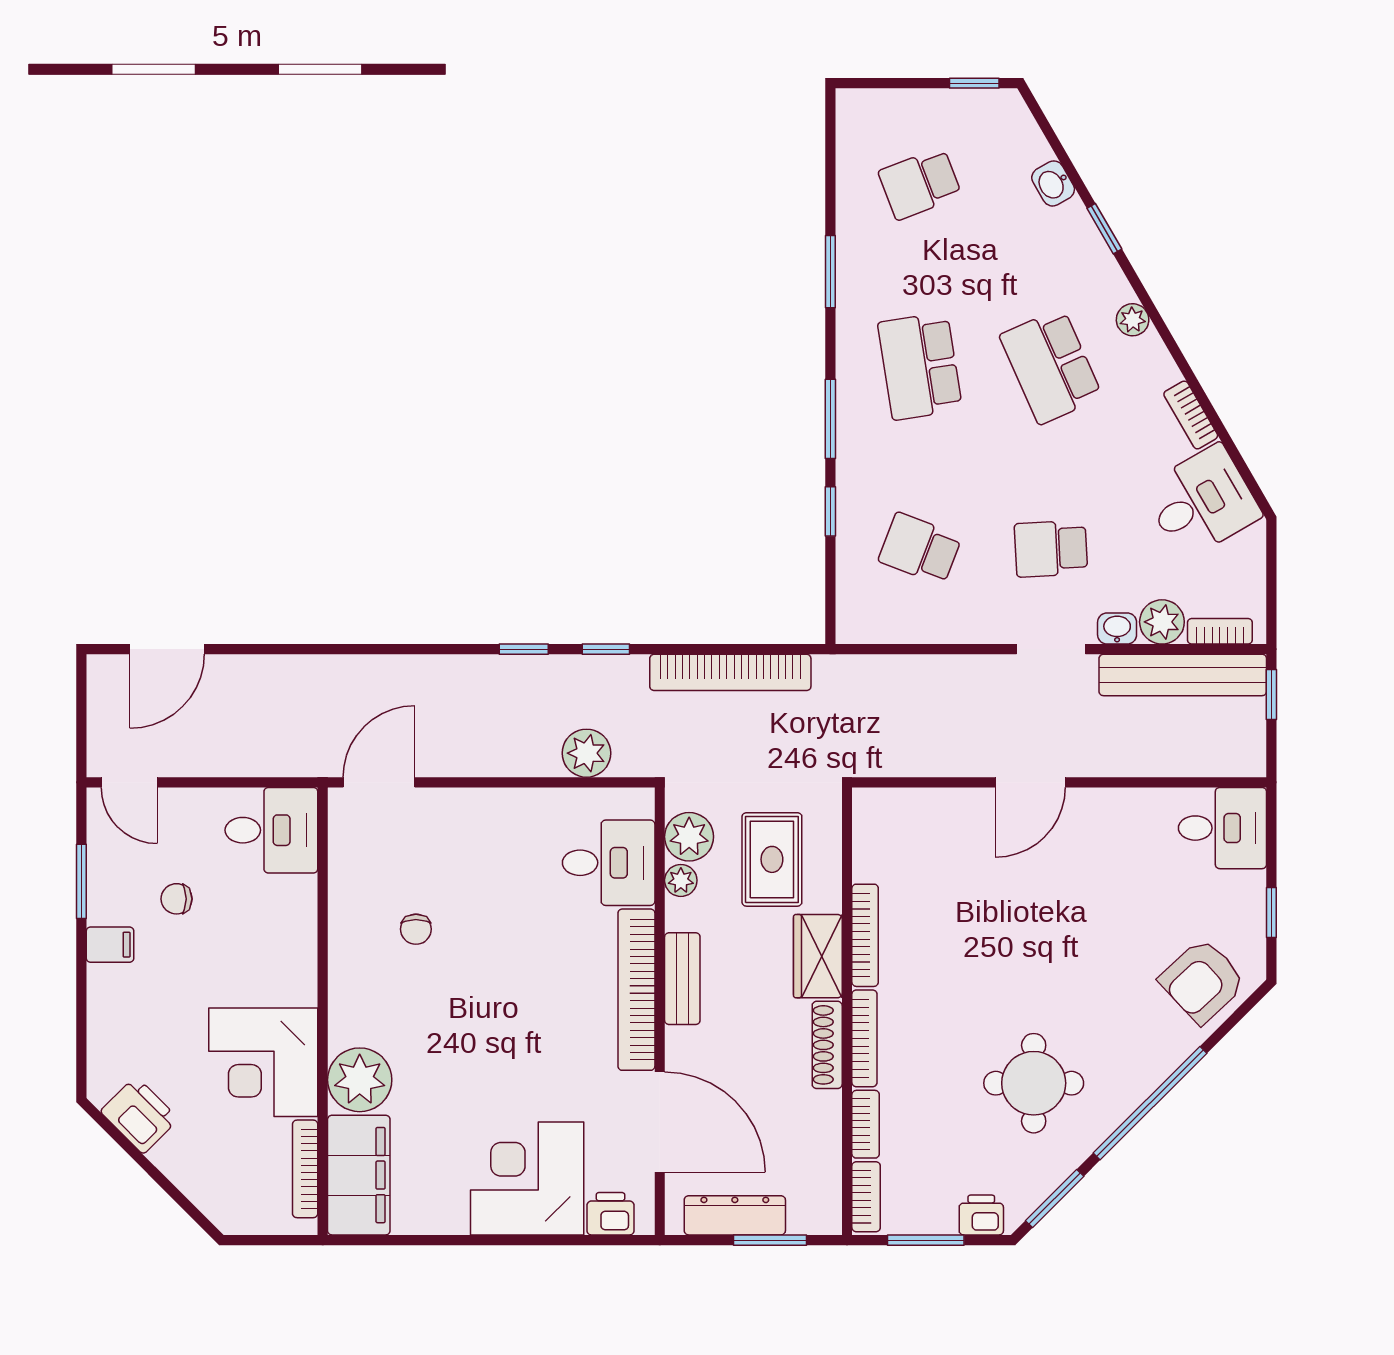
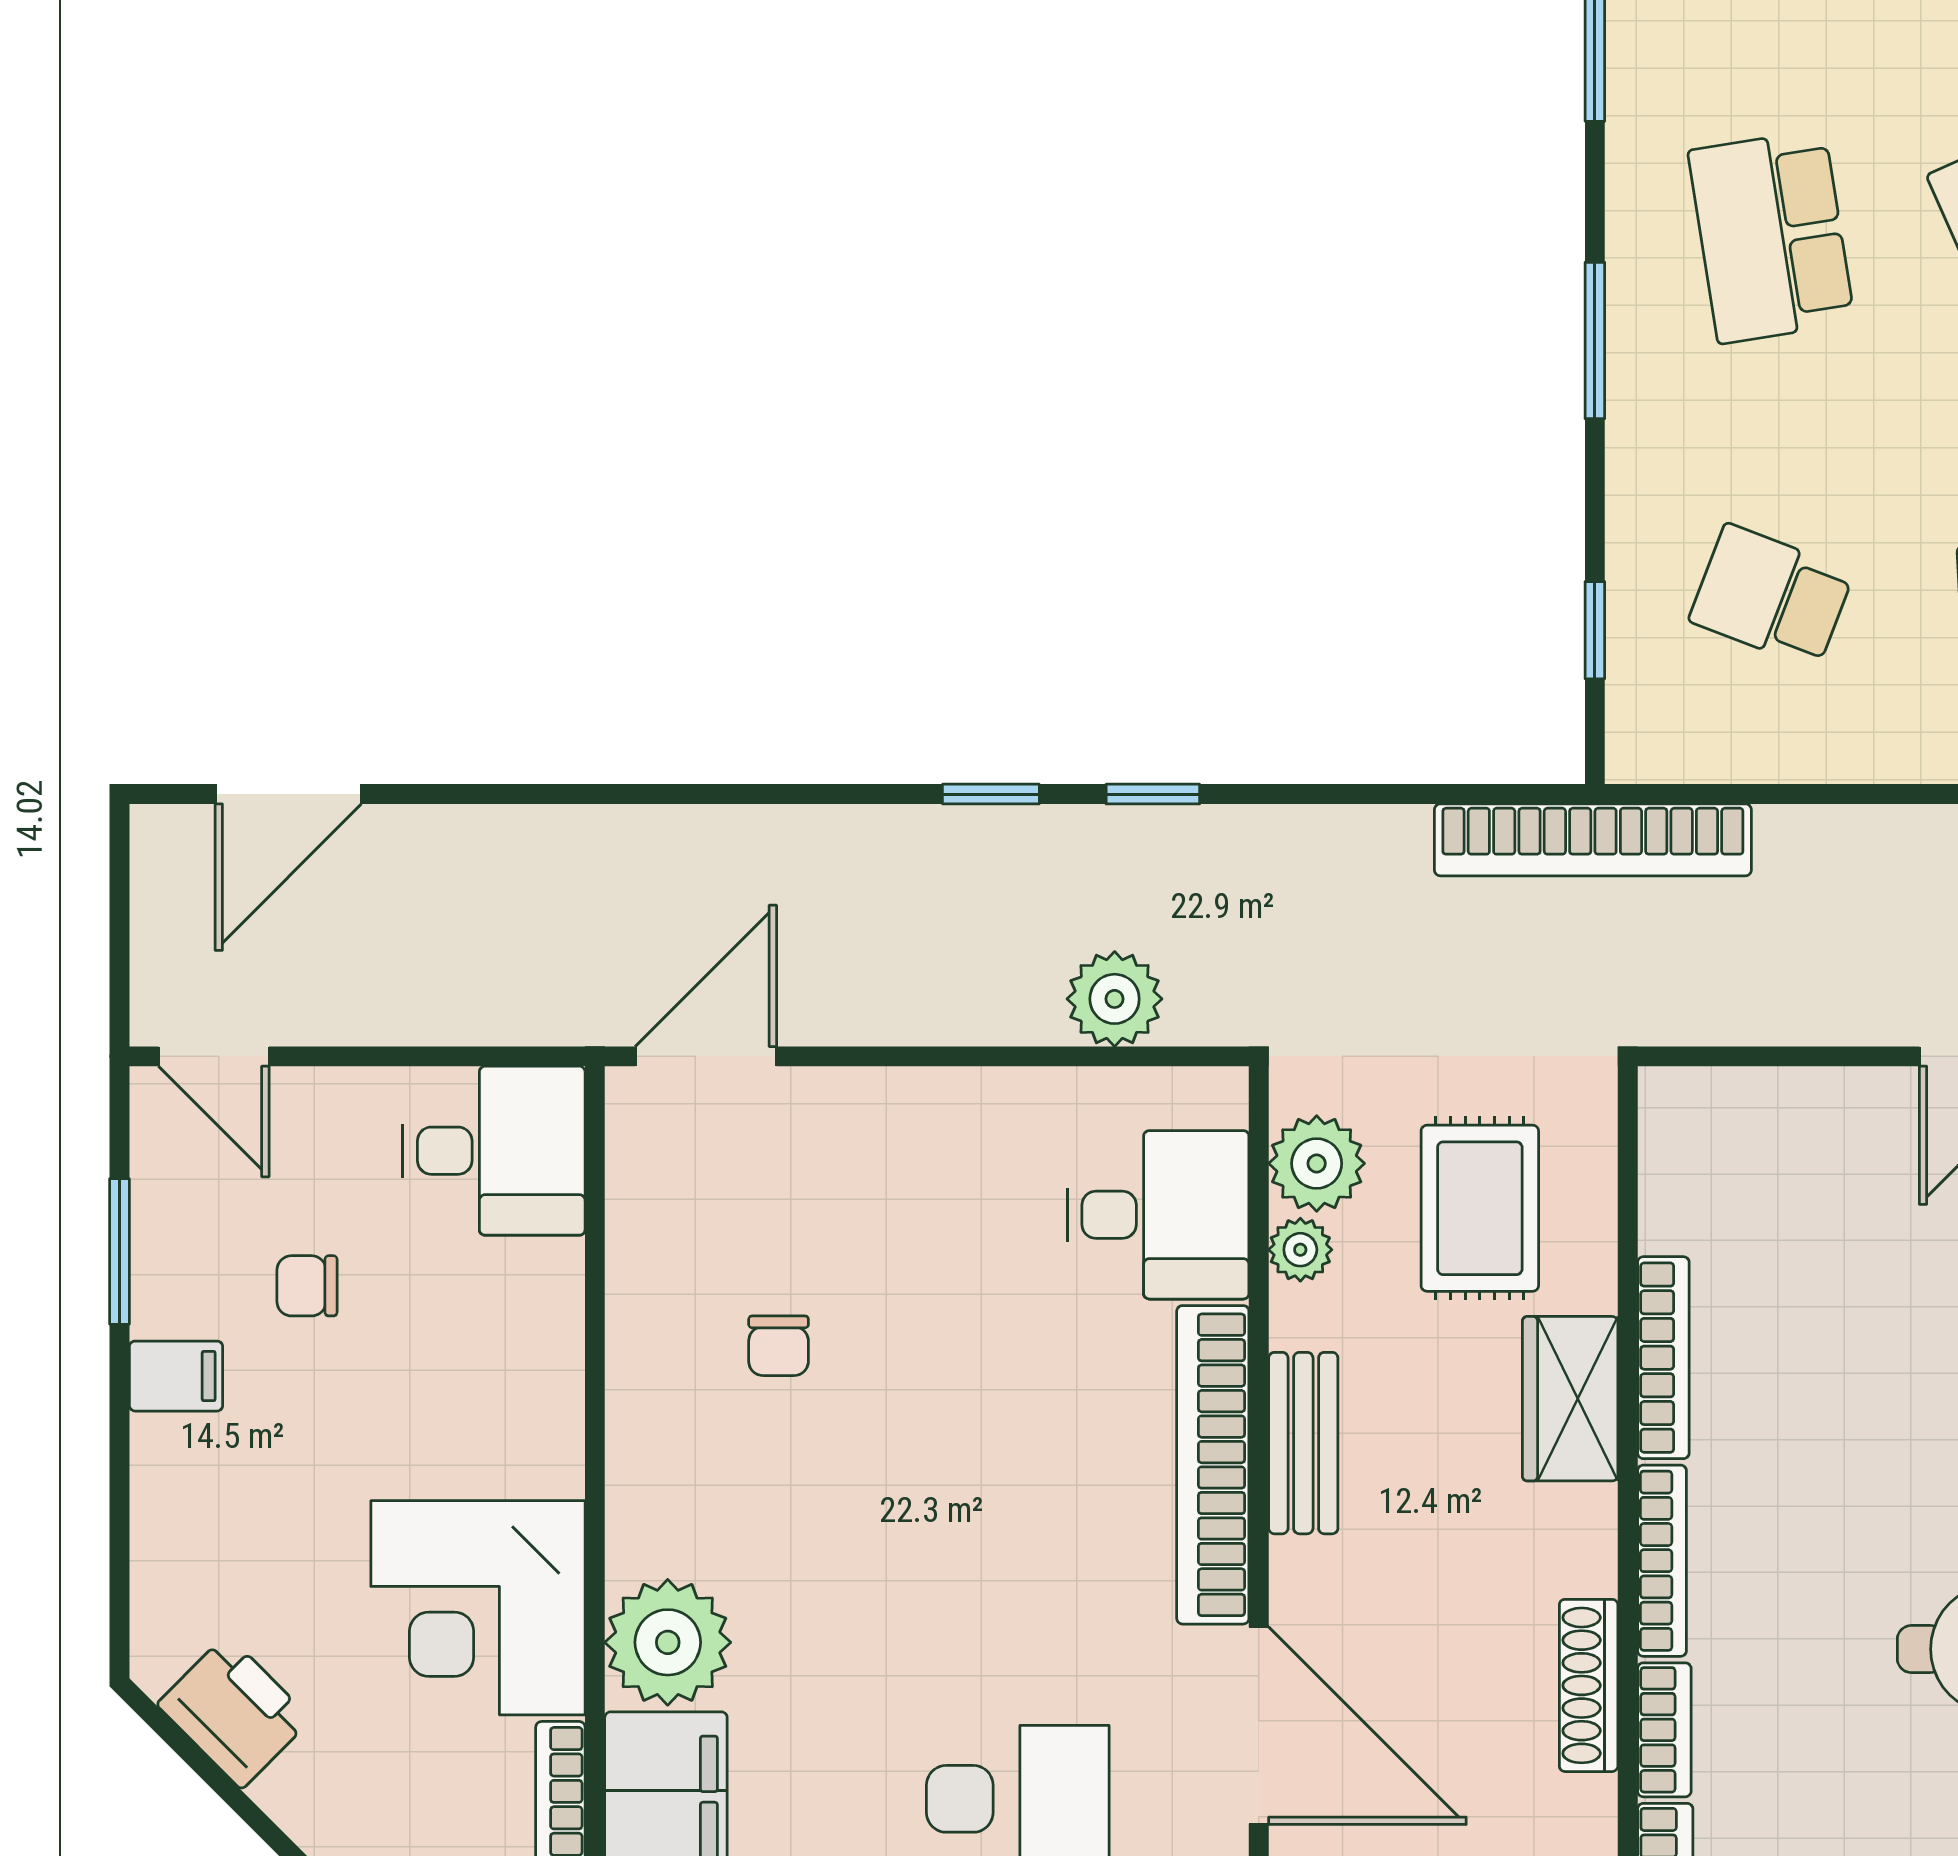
window: (830, 511) -> (1595, 630), moved
bookcase: (730, 672) -> (1593, 840), moved
shoe rack: (827, 1045) -> (1589, 1685), moved

